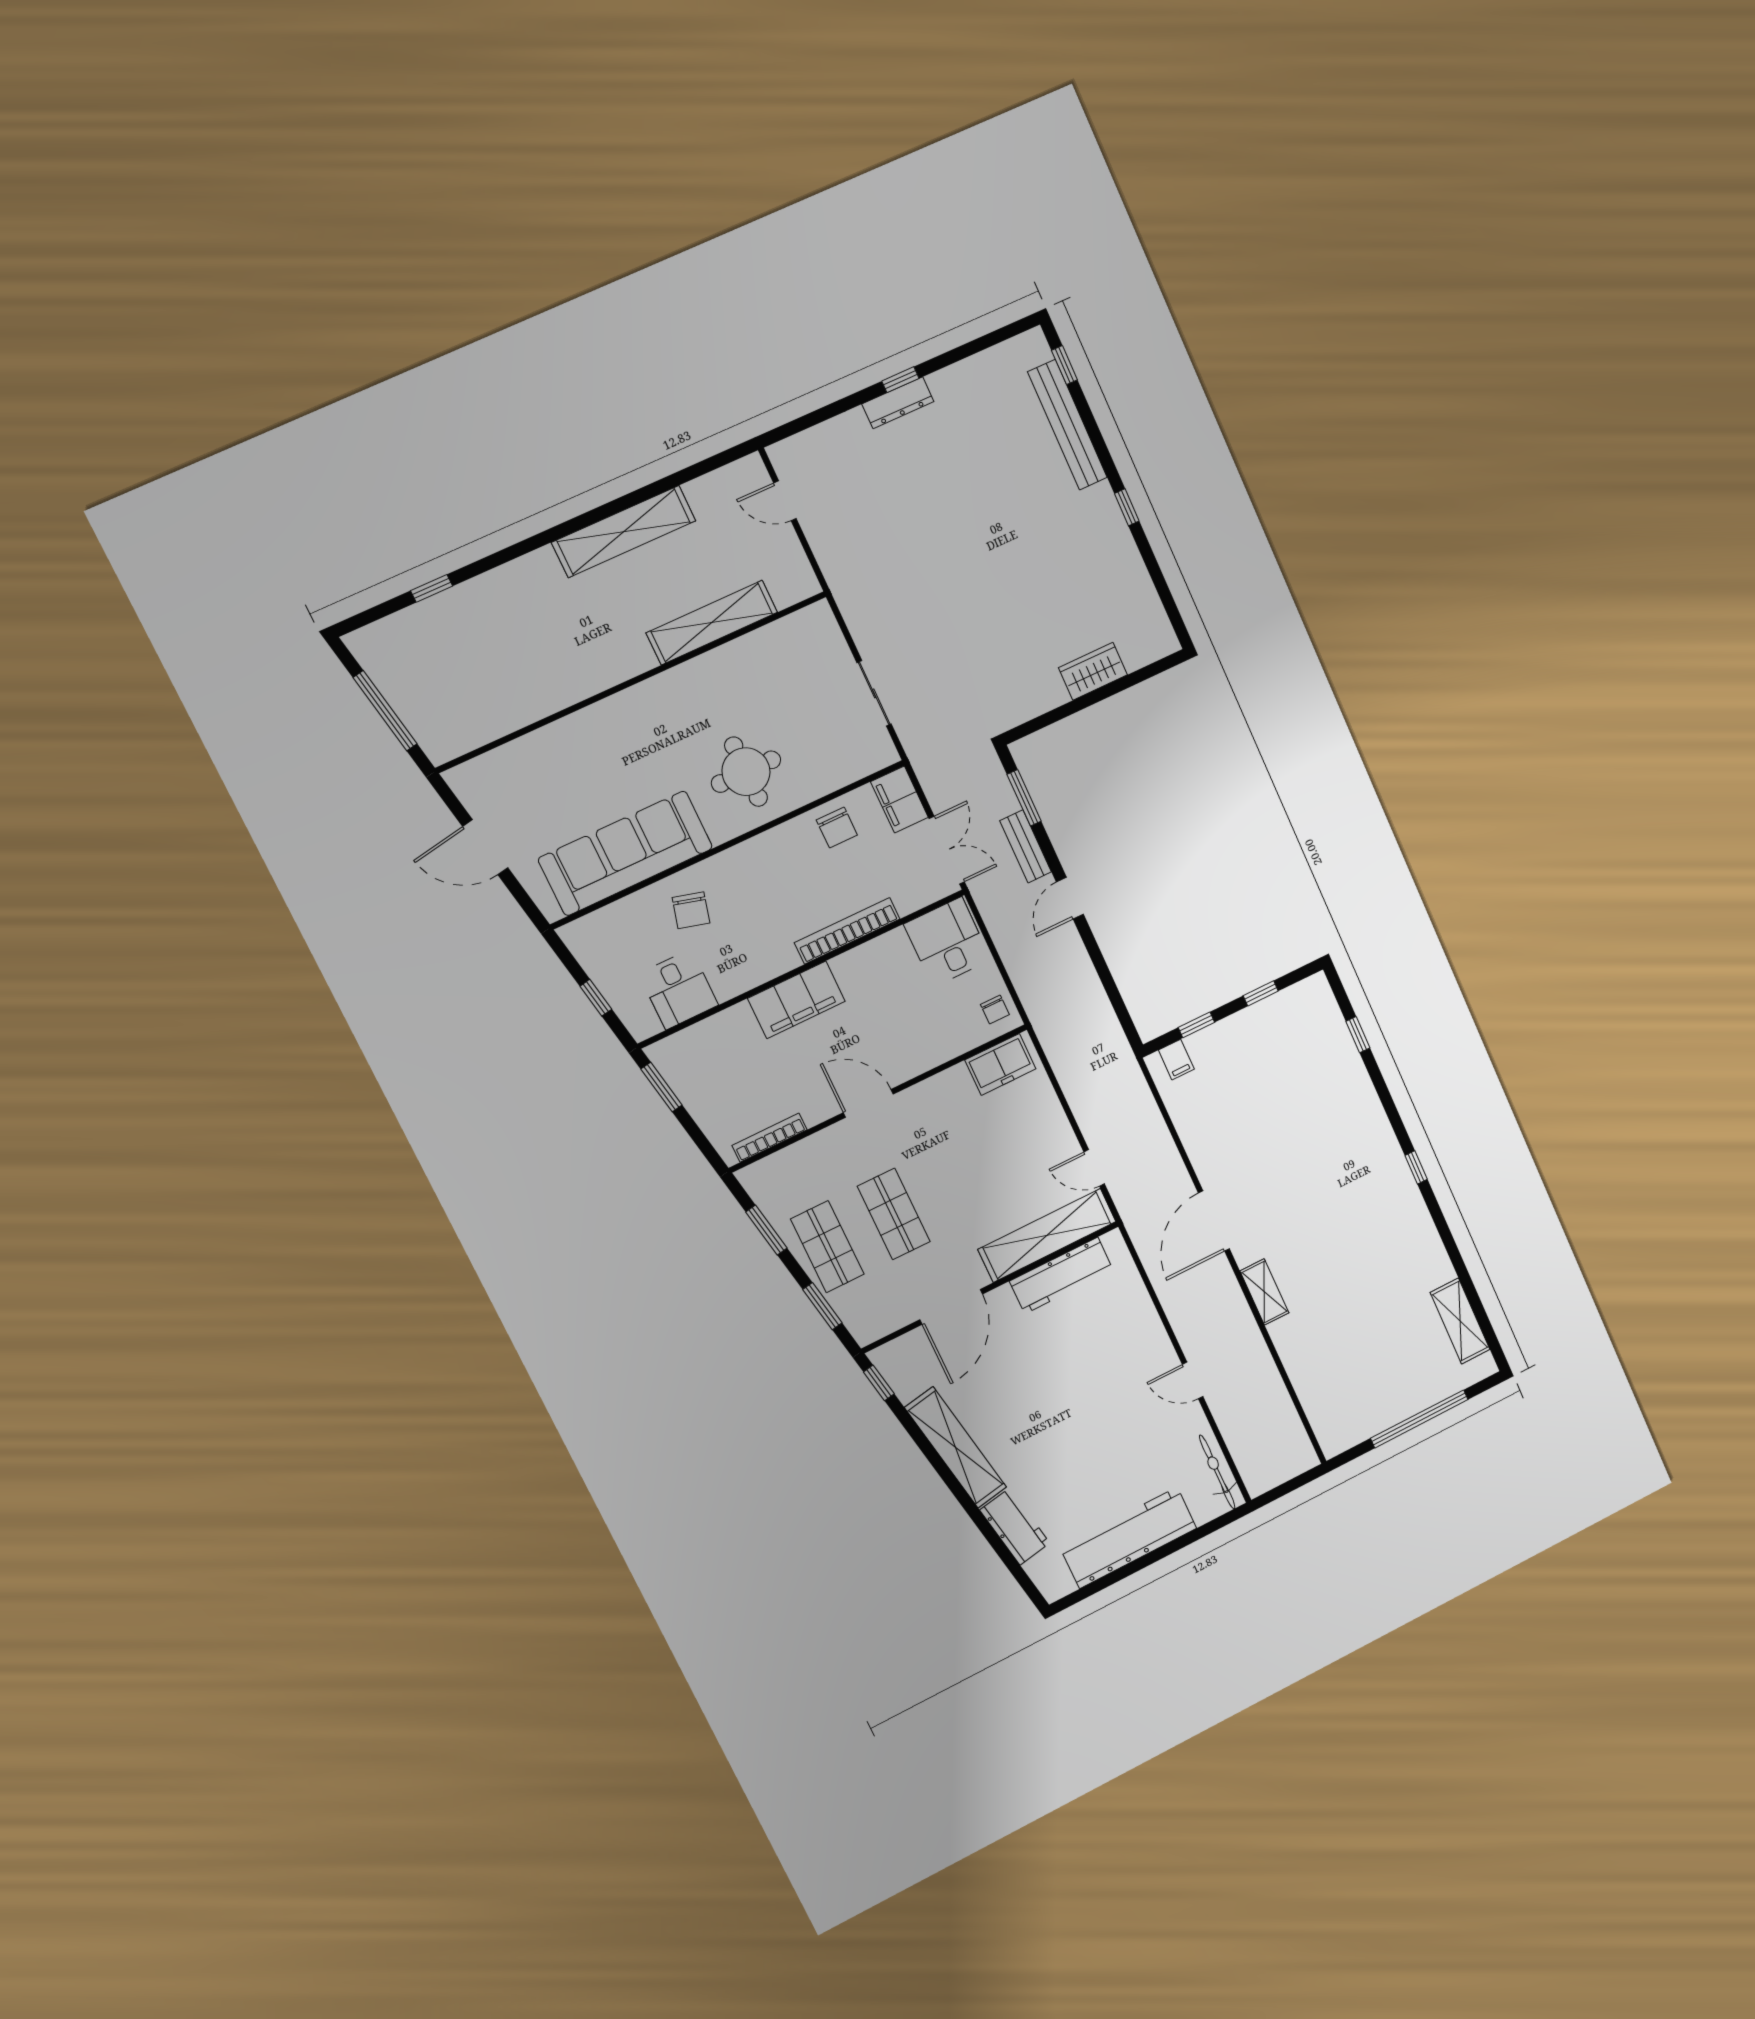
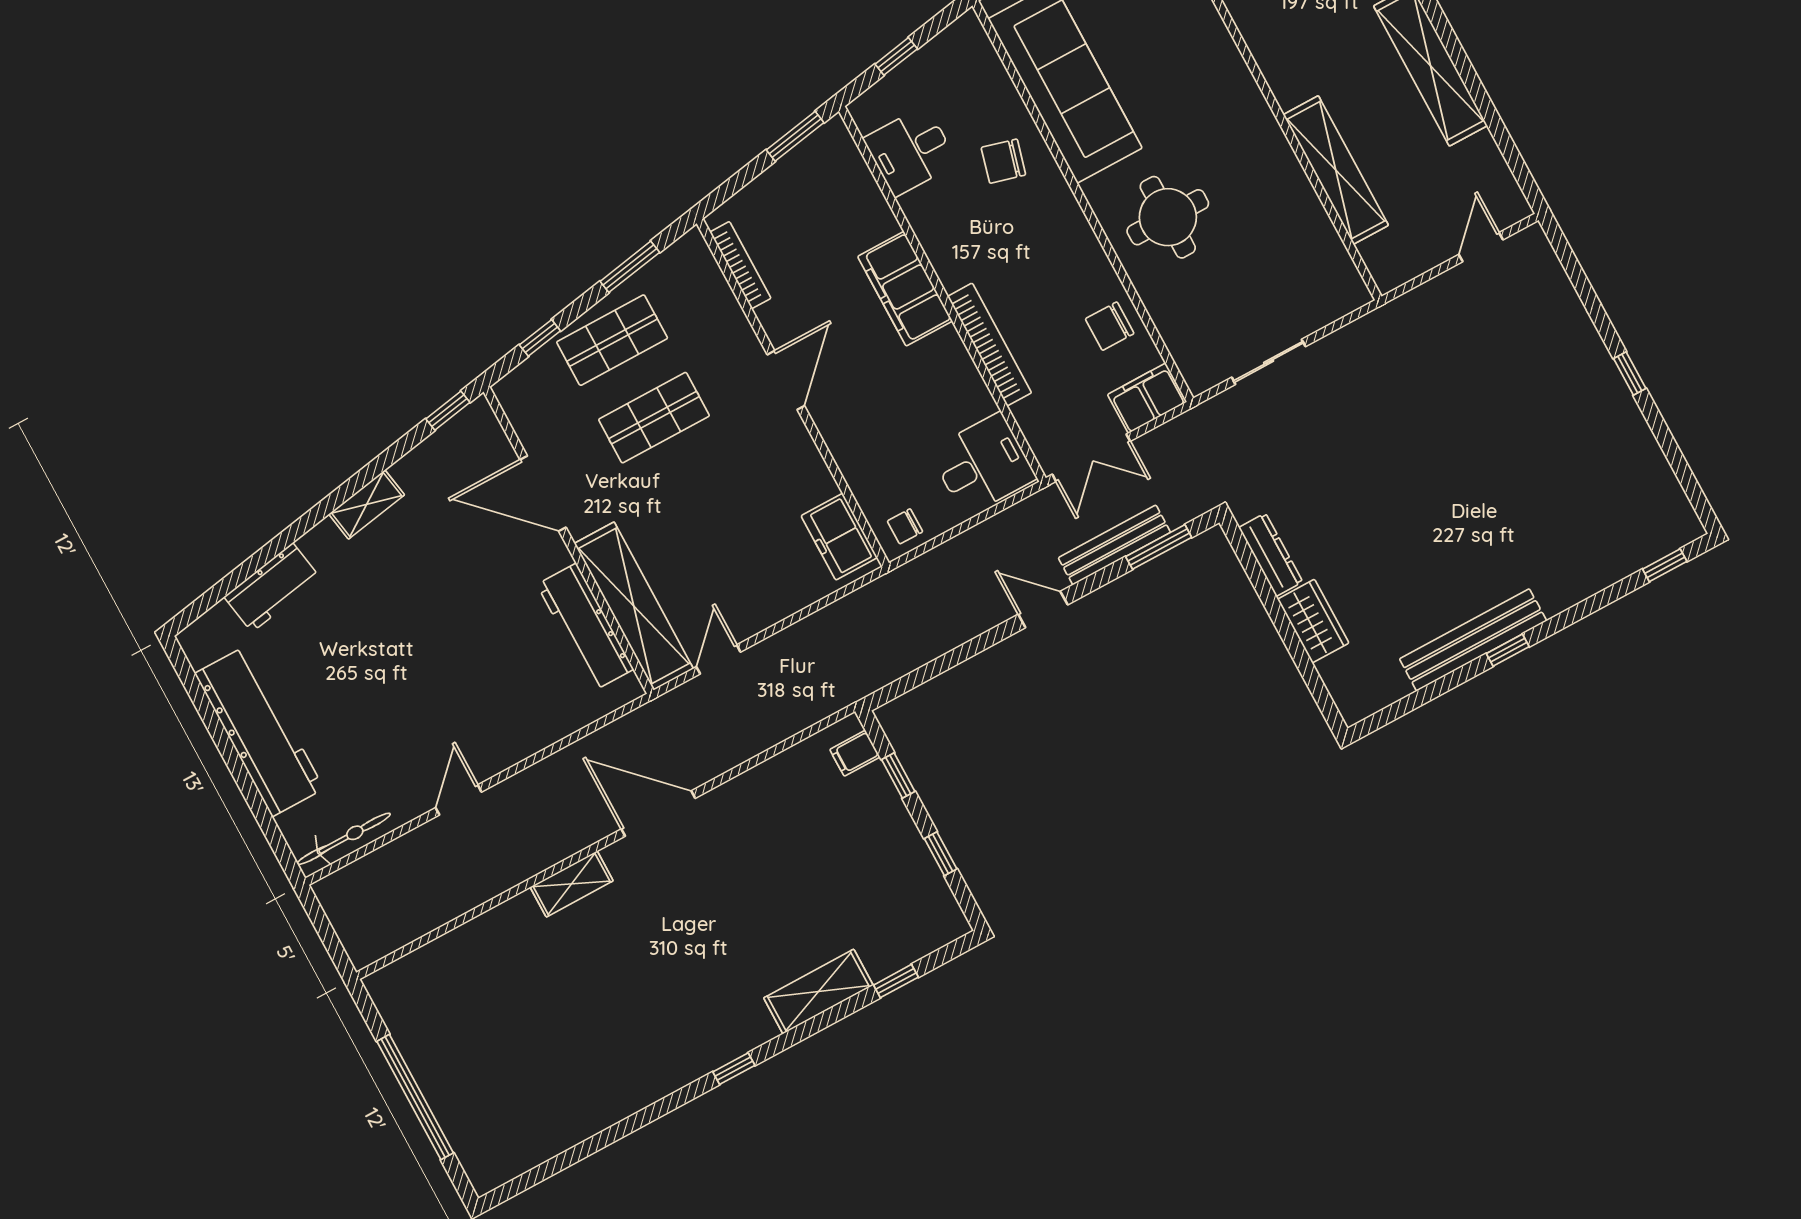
dresser: (898, 403) -> (1271, 555), moved, turned 180
bench: (1067, 425) -> (1473, 640), moved
bench: (1026, 846) -> (1114, 545), width x1.36
window: (822, 1306) -> (540, 338), width x0.67
shelving: (1460, 1321) -> (818, 991), moved
shelving: (956, 1448) -> (367, 504), width x0.45, depth x0.75

